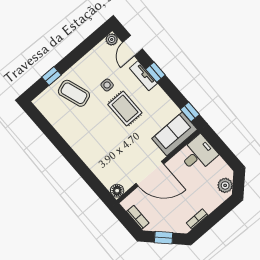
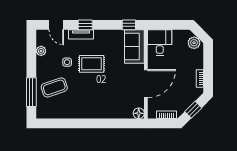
plant: (112, 39) -> (41, 51), moved
window: (52, 76) -> (31, 92), width x2.17

